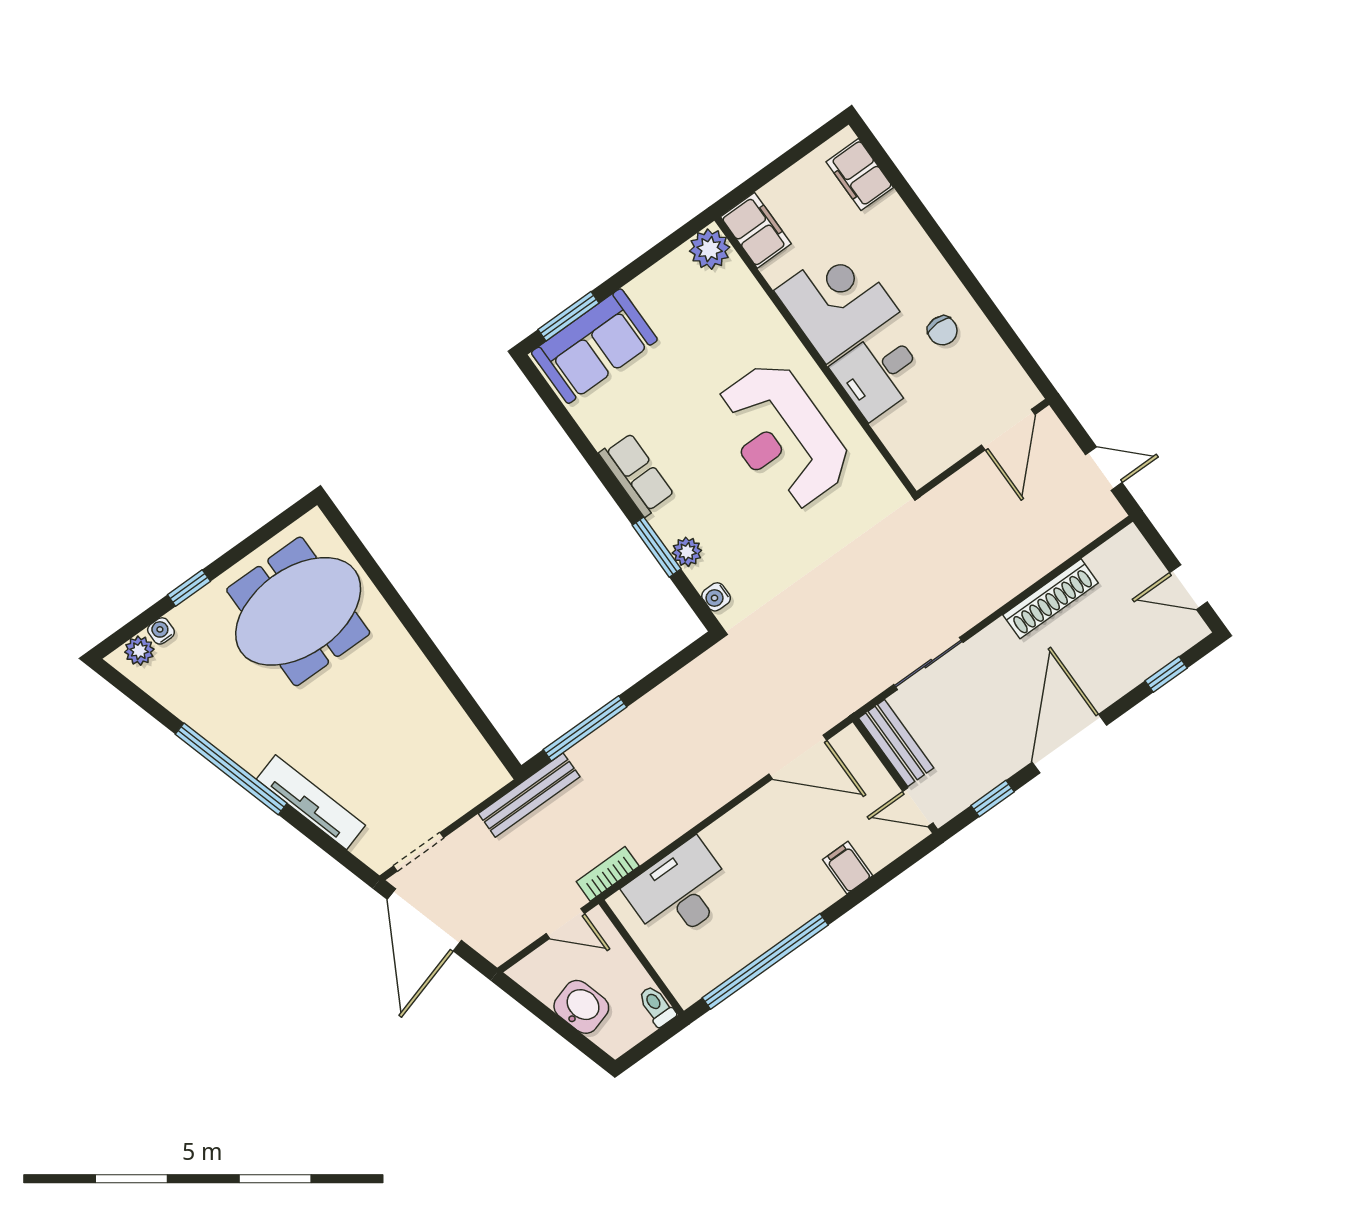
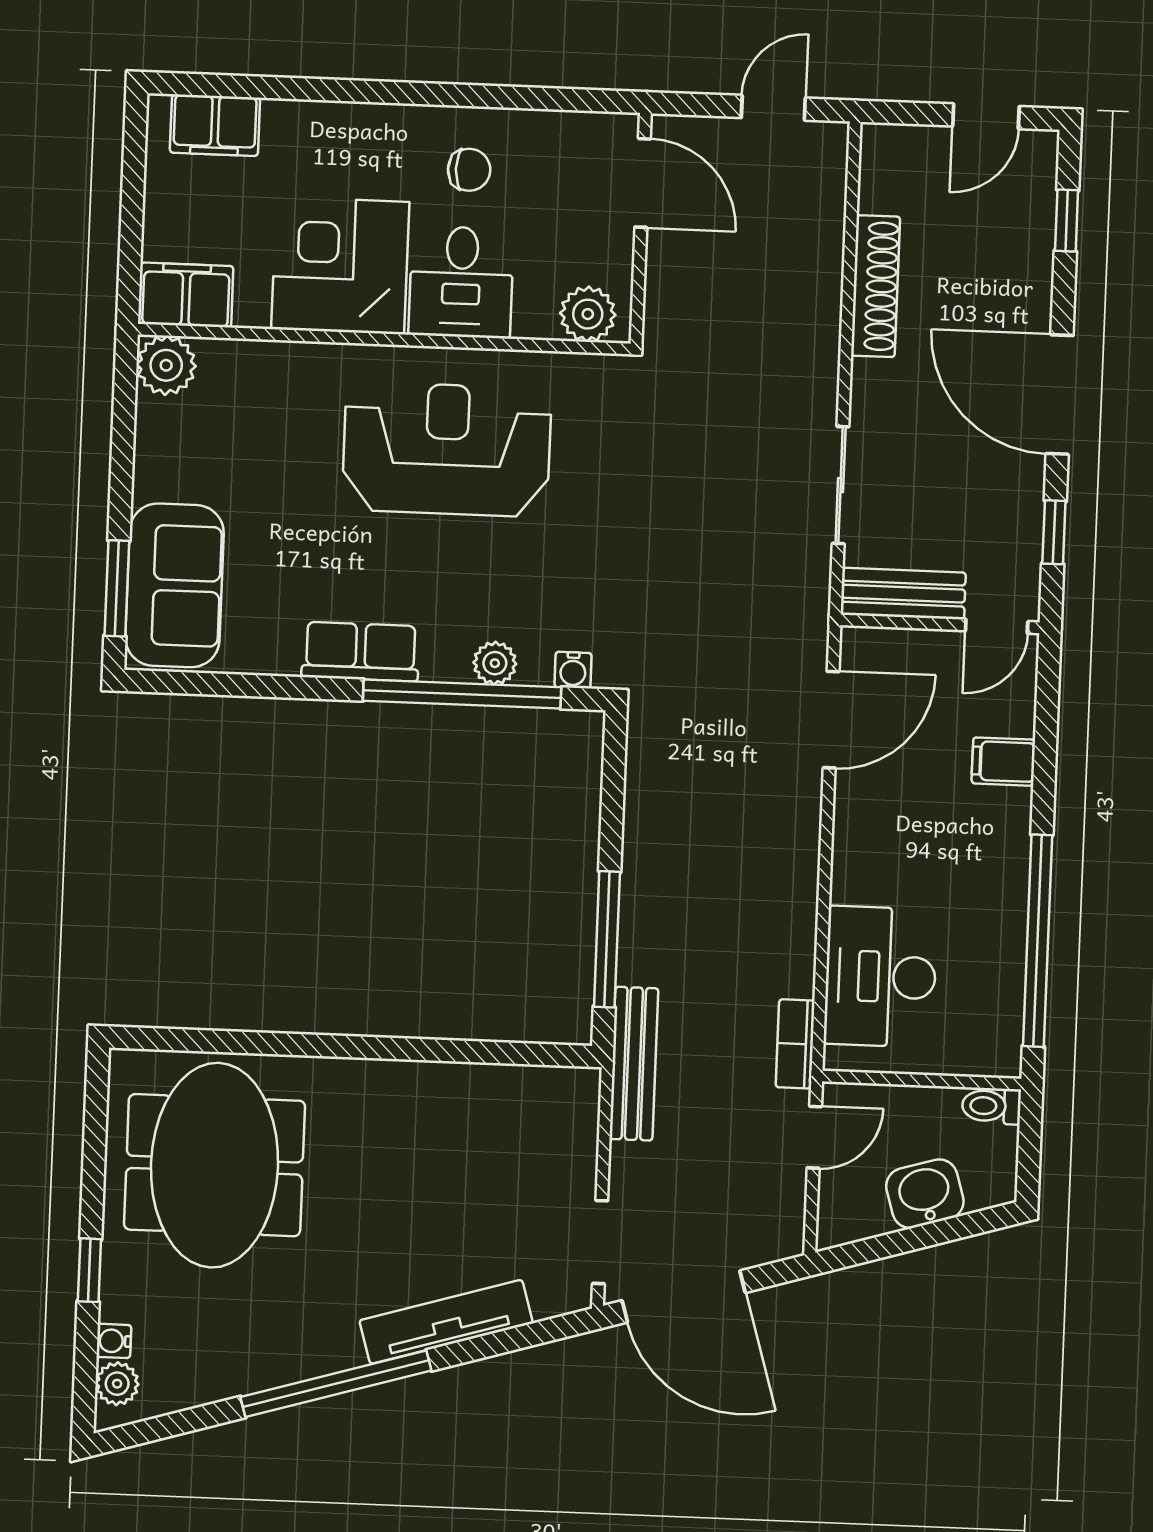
reception desk: (782, 436) -> (447, 449), turned 180
plant: (914, 455) -> (588, 314), added
window: (657, 547) -> (462, 694), width x2.11

